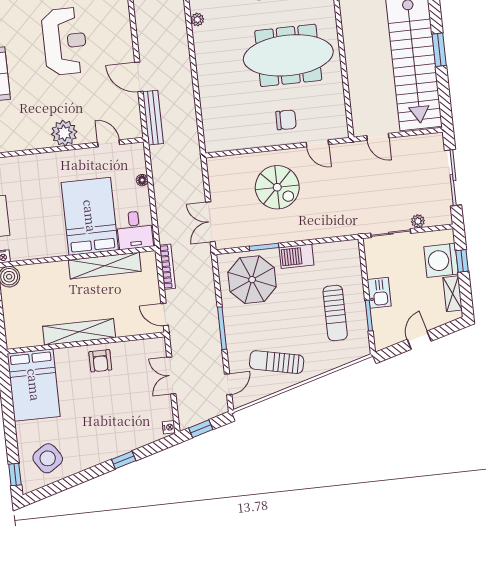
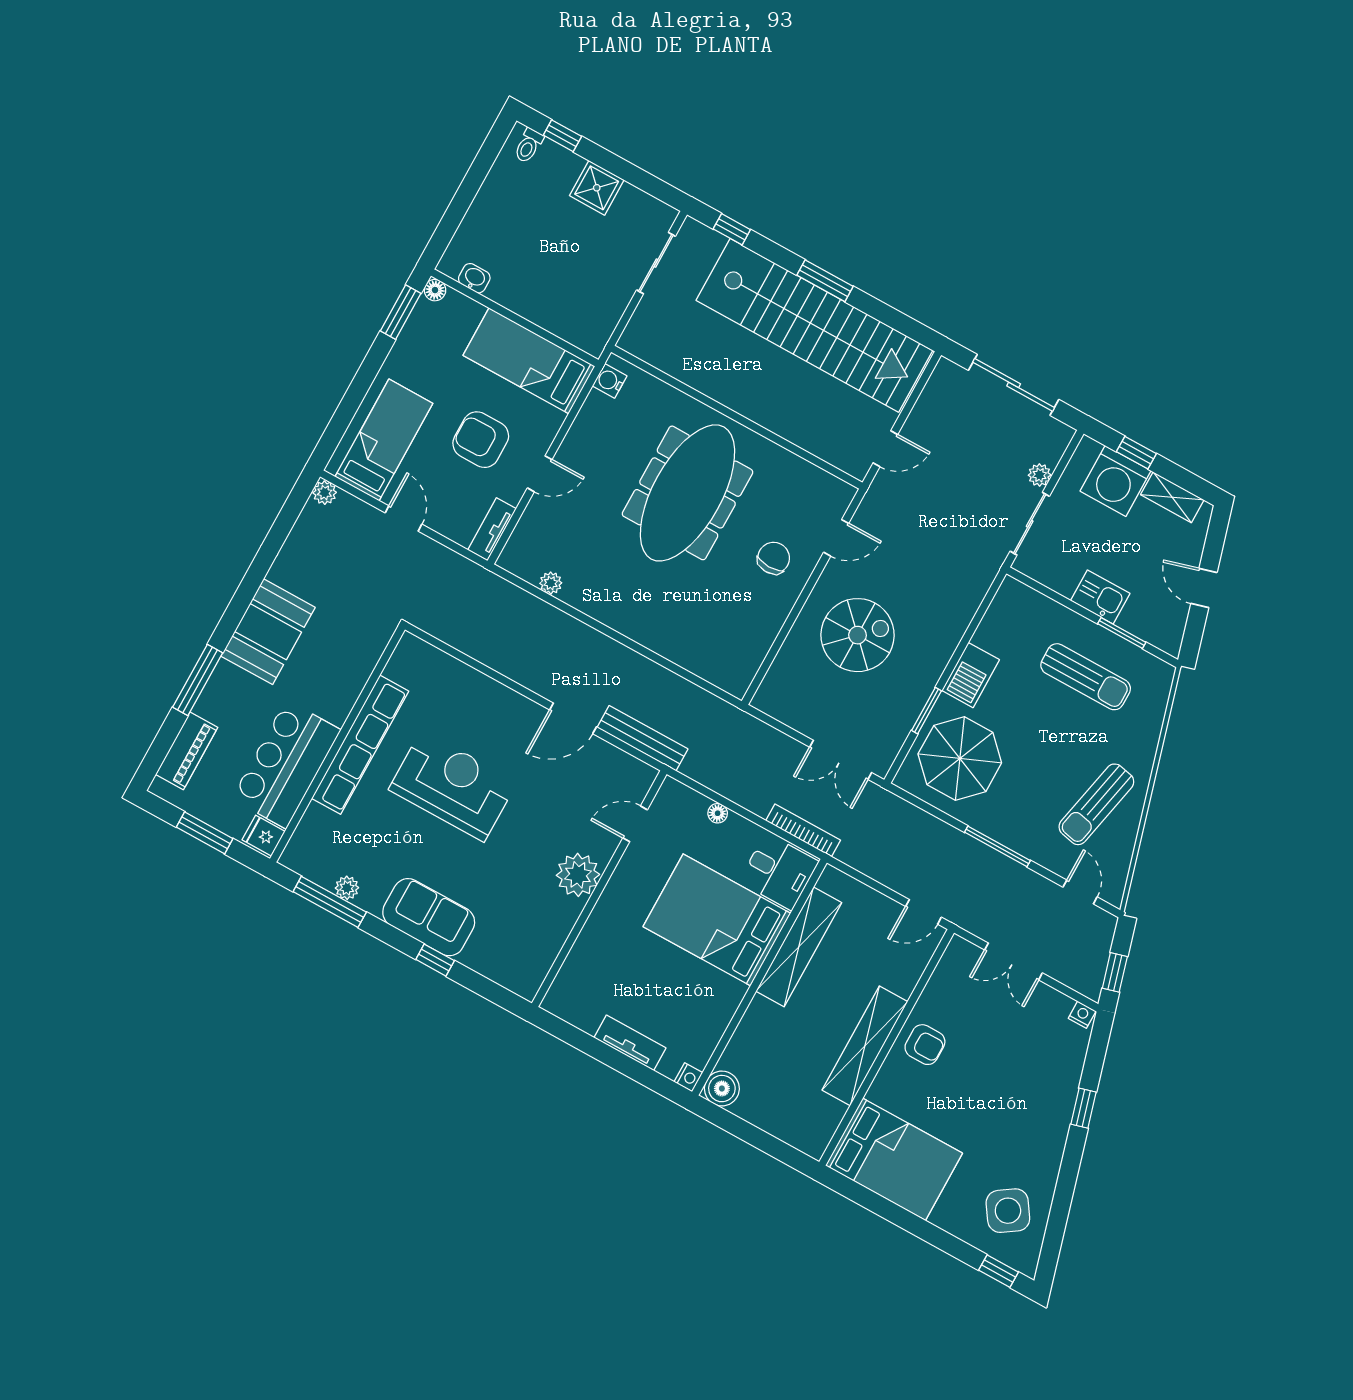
bookcase: (167, 267) -> (803, 830), moved

